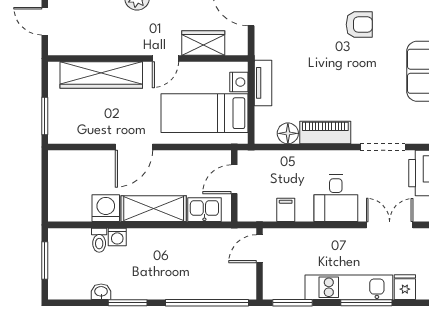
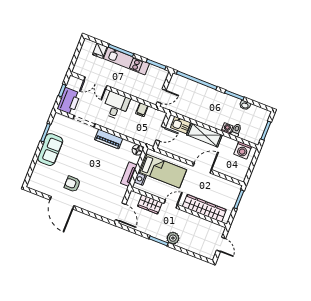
floor lamp: (288, 133) -> (138, 150), moved
washing machine: (106, 208) -> (243, 150), moved

